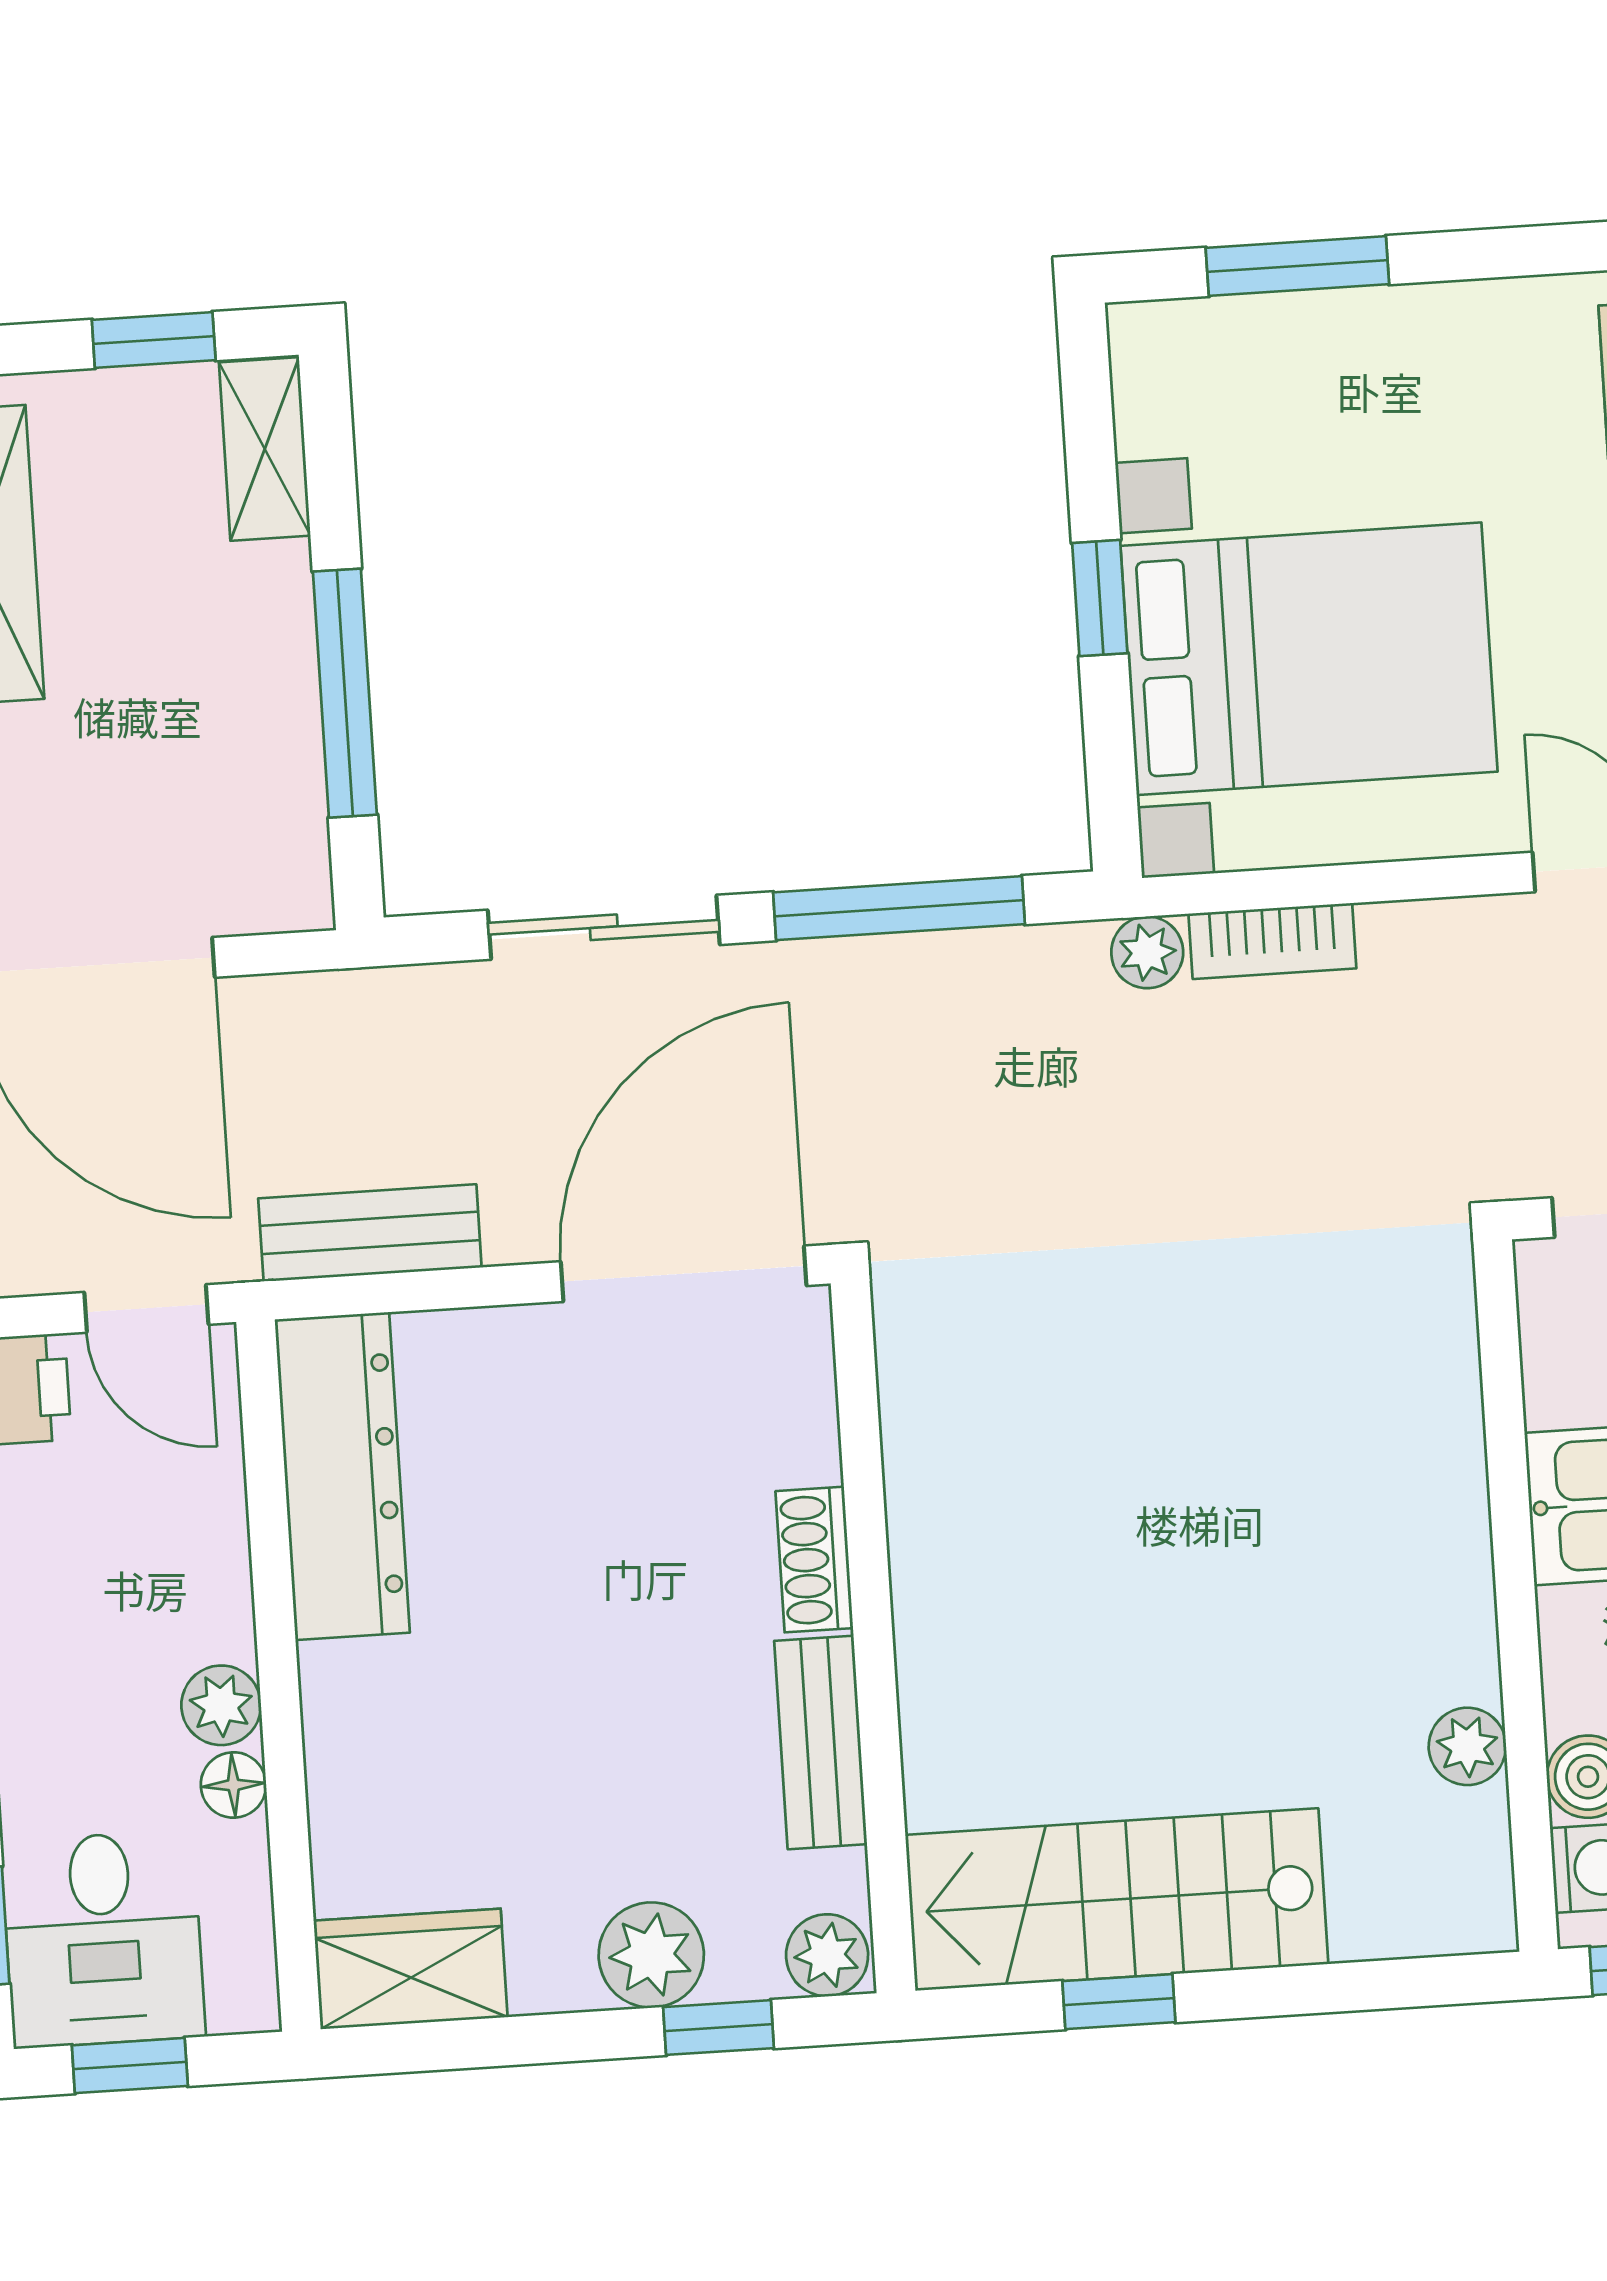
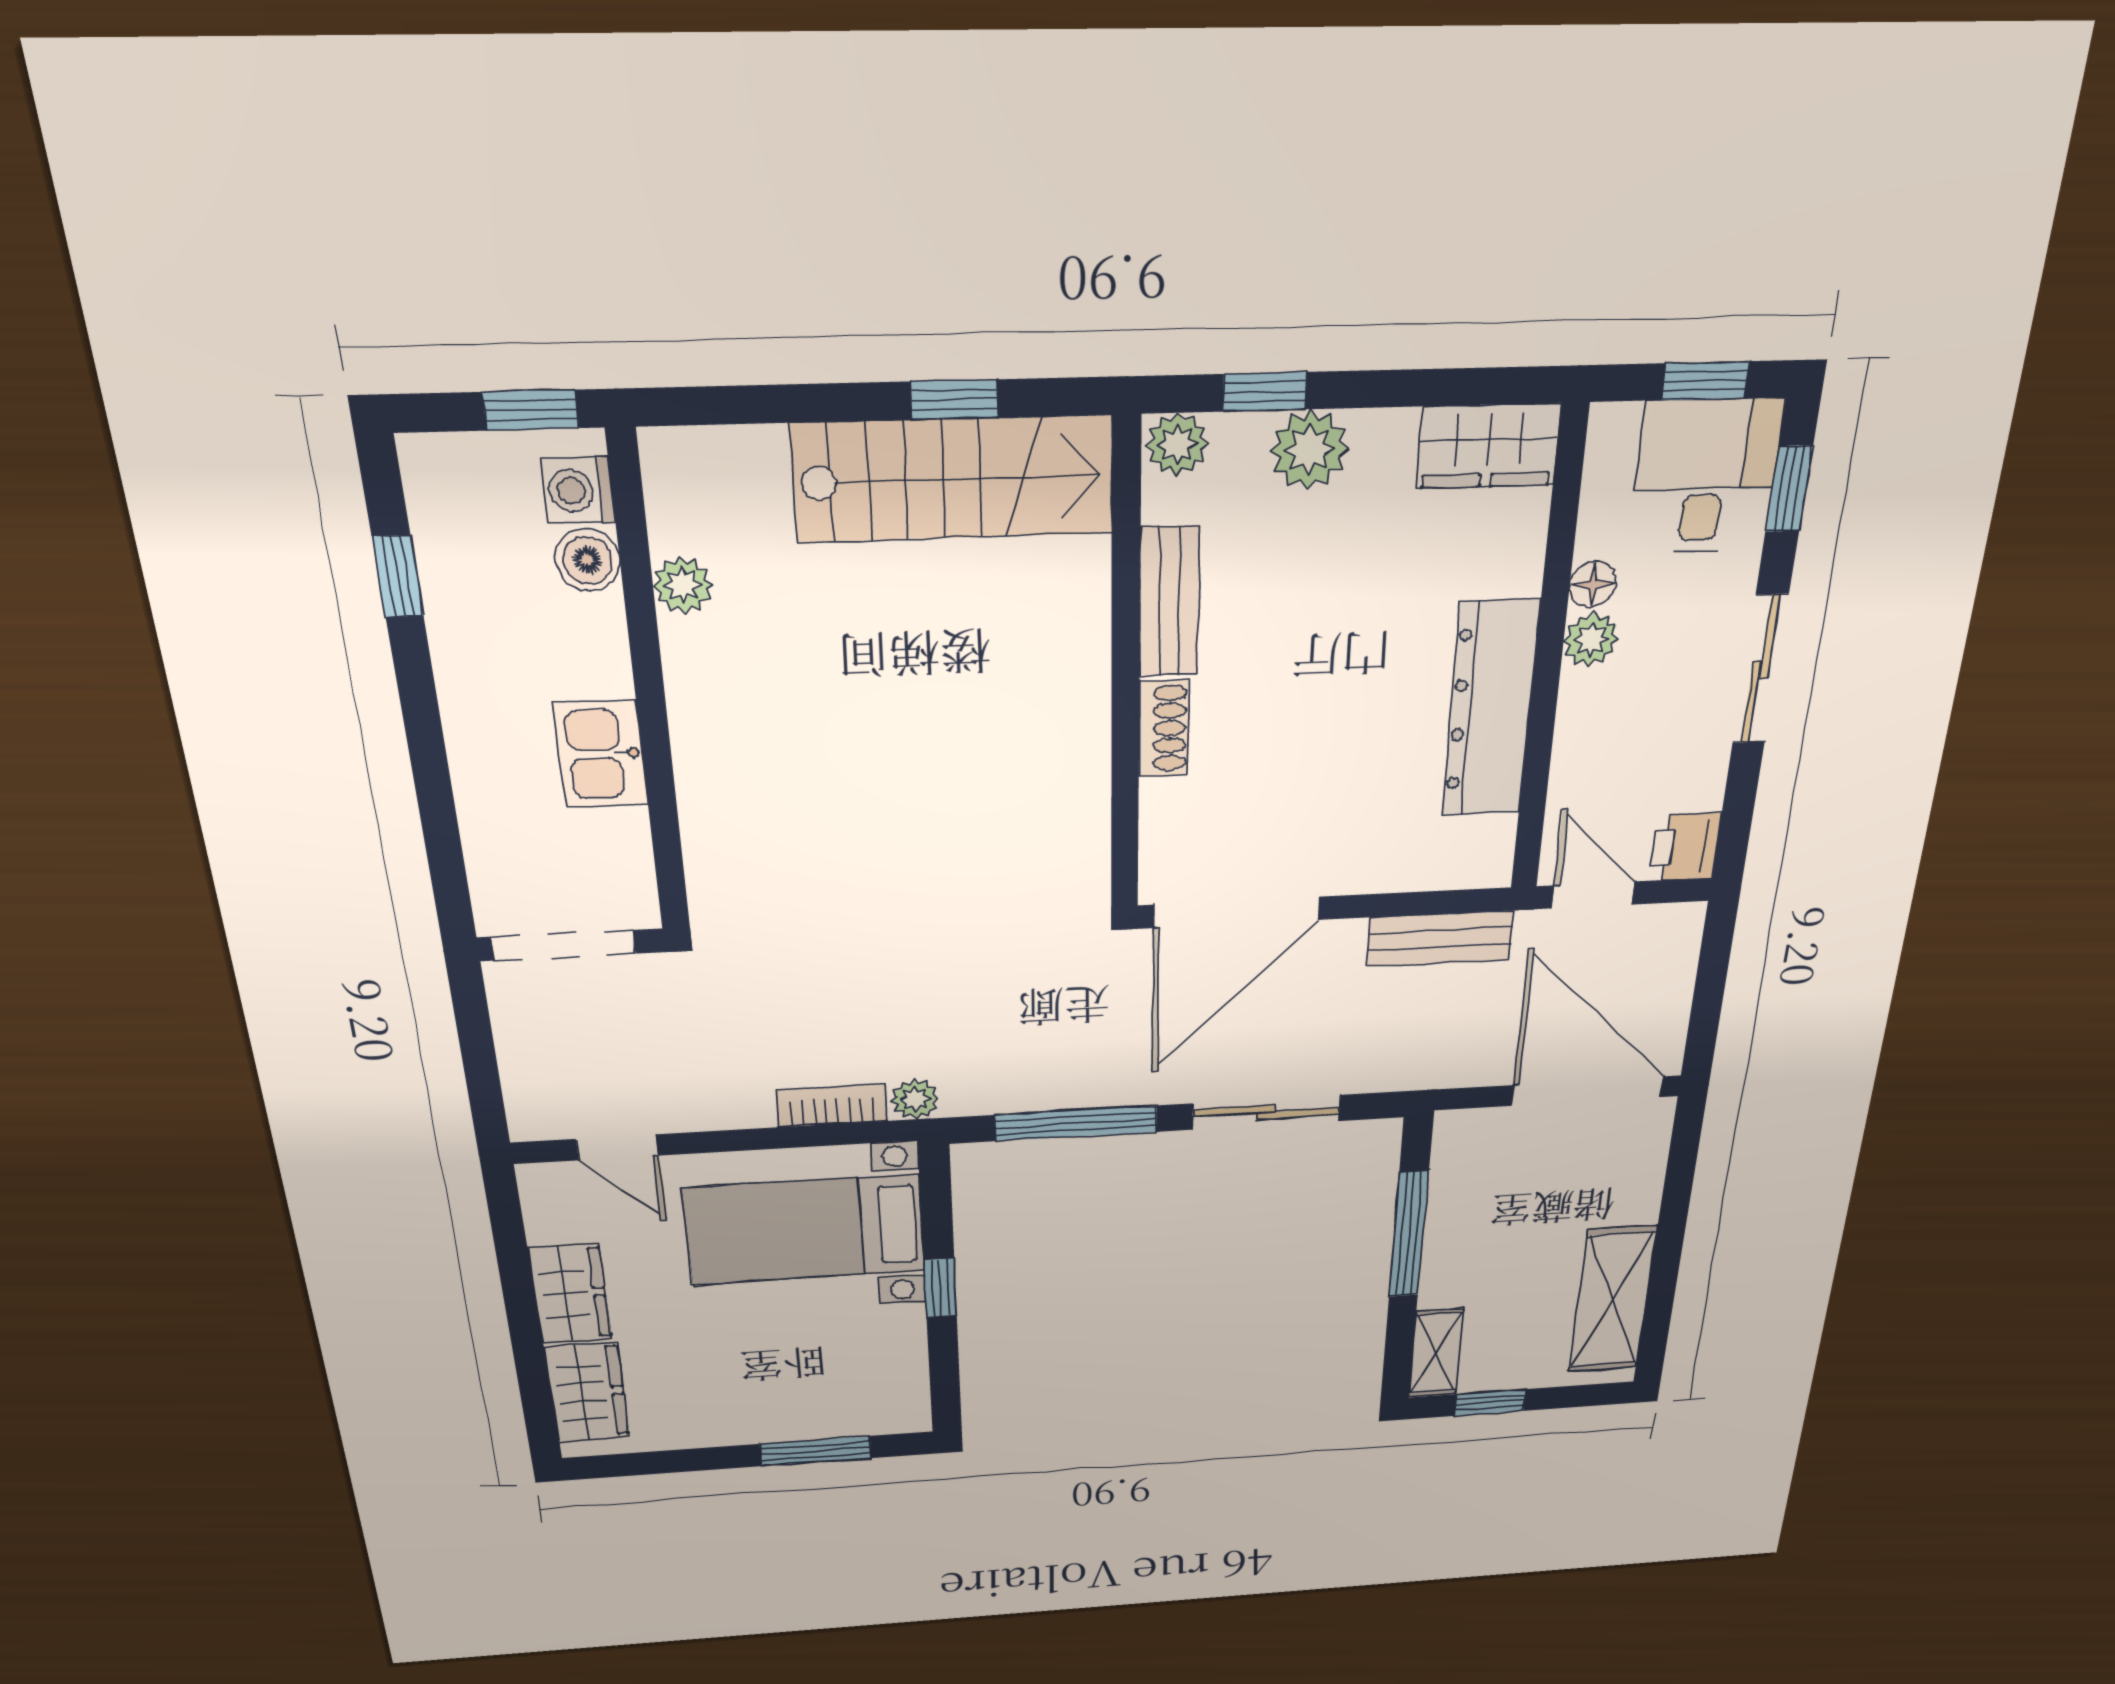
bed with nightstands: (1309, 659) -> (805, 1230), width x0.73
dresser: (342, 1476) -> (1490, 709), moved

